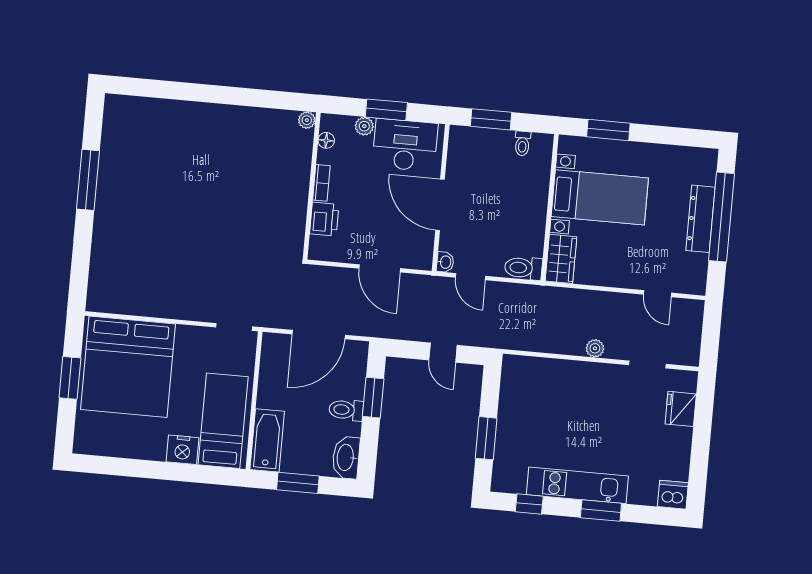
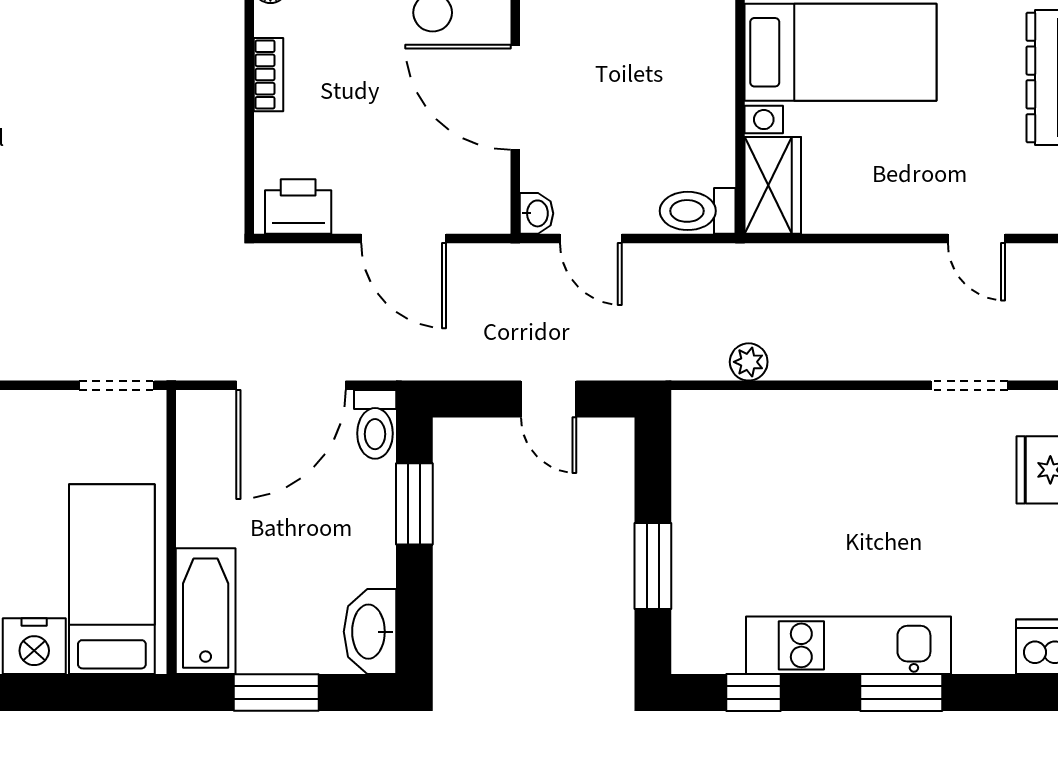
printer: (324, 219) -> (298, 207), moved, turned -90
plant: (595, 348) -> (749, 362), moved
toilet: (346, 410) -> (375, 424), moved, turned -90

